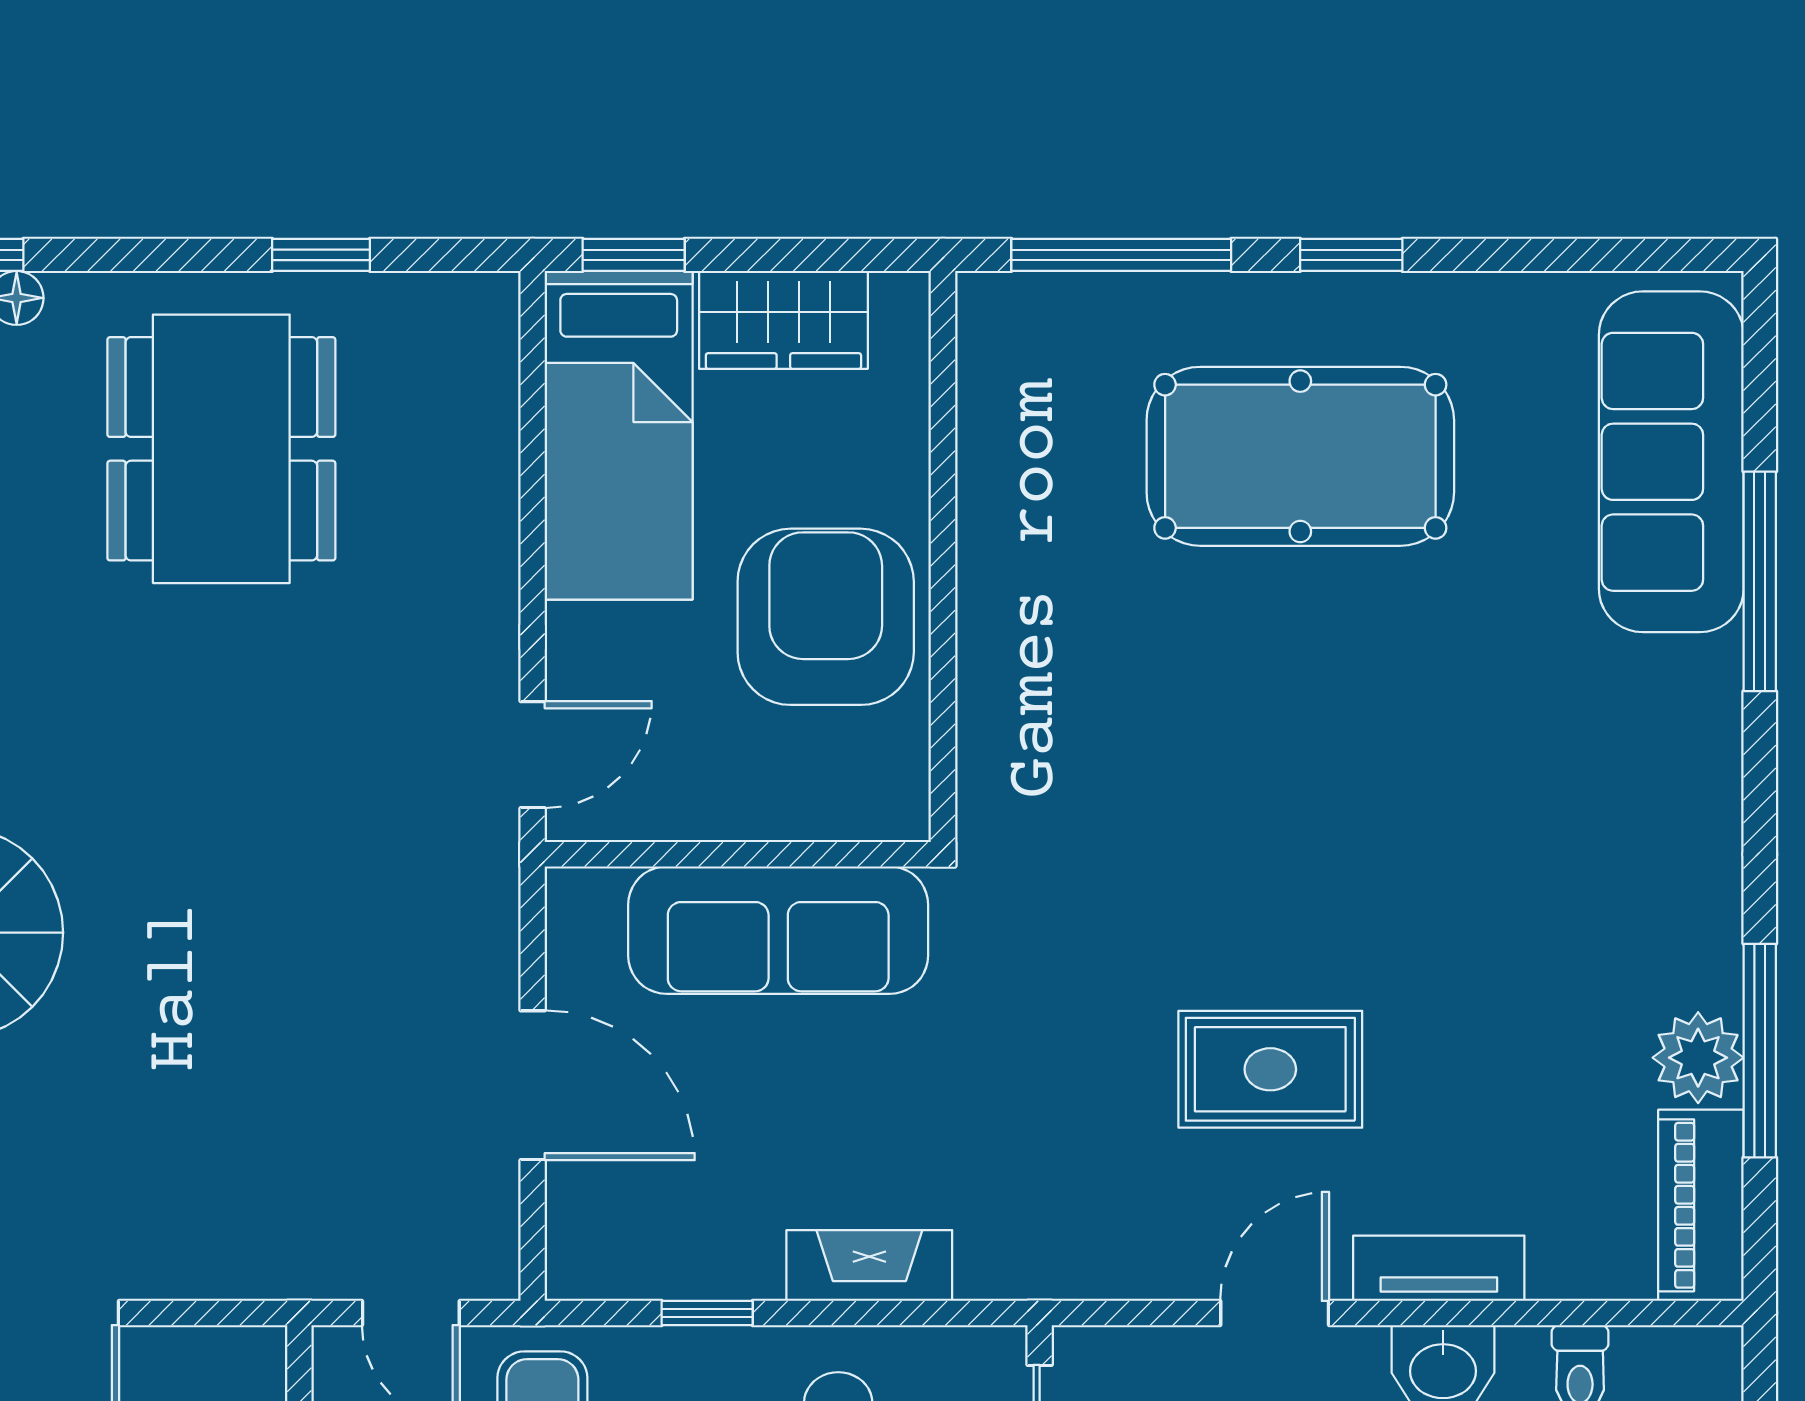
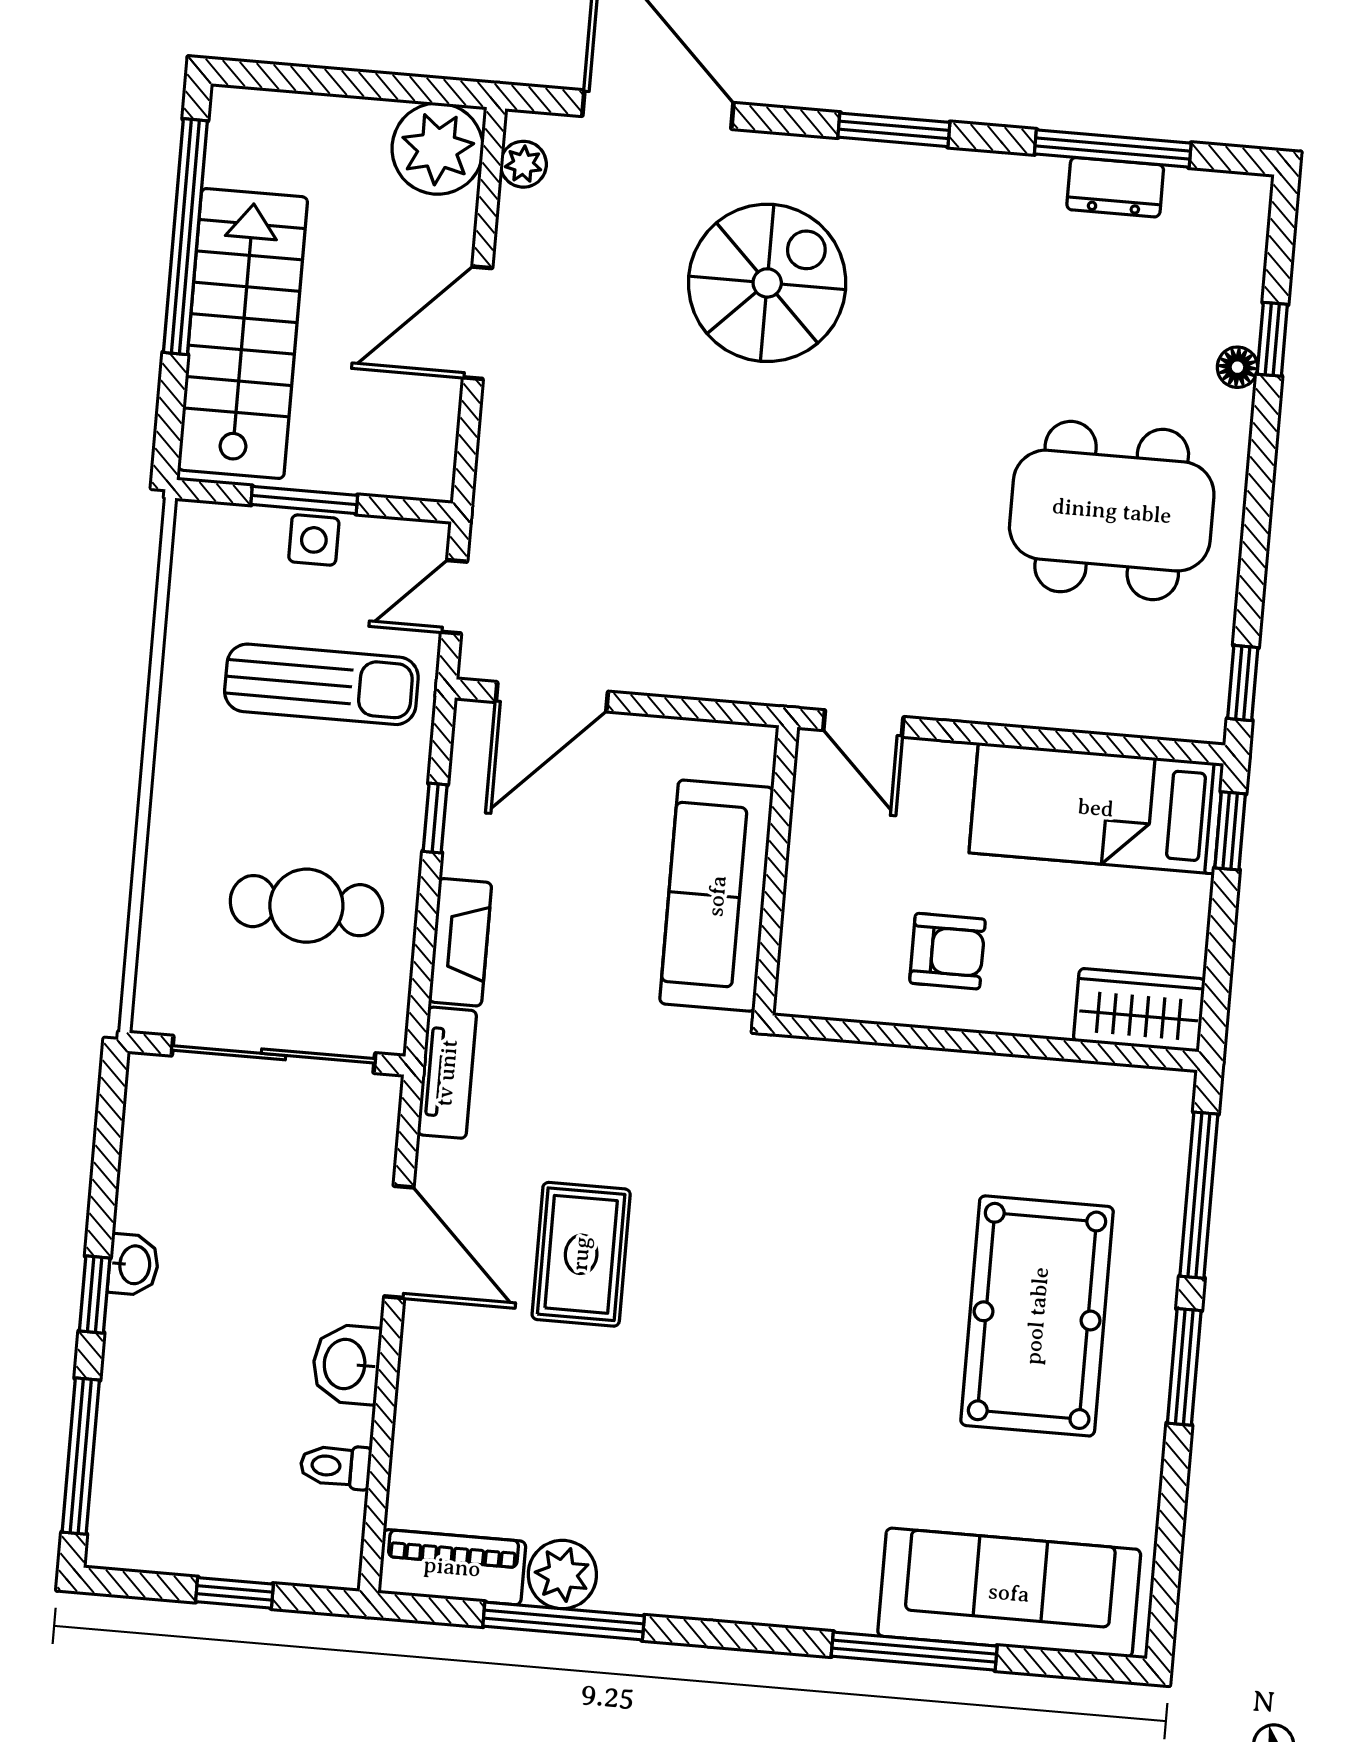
window: (321, 255) -> (1243, 683), moved
window: (1351, 255) -> (1184, 1367), width x1.50
wardrobe: (783, 320) -> (1139, 1010), moved, turned 90
armchair: (826, 617) -> (947, 951), width x0.53, depth x0.53
door: (533, 1085) -> (552, 697), moved
tv unit: (1439, 1268) -> (447, 1073), moved
door: (1275, 1313) -> (399, 1242), width x1.38

